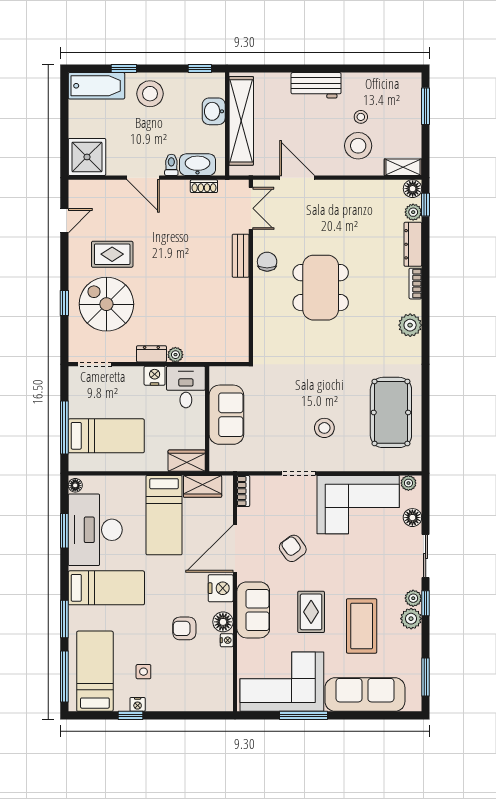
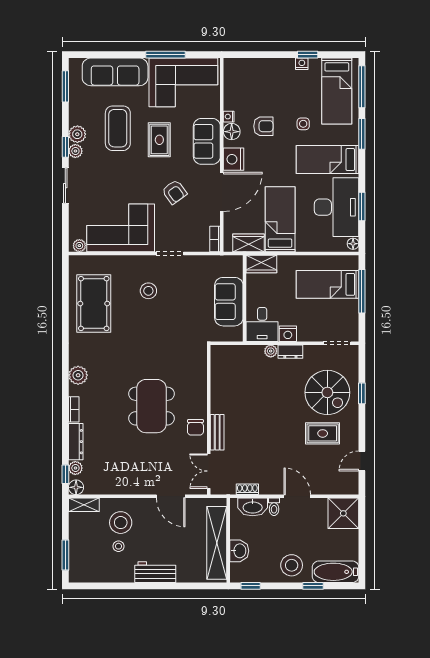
floor lamp: (412, 518) -> (76, 217), removed
side table: (143, 672) -> (303, 124), moved

